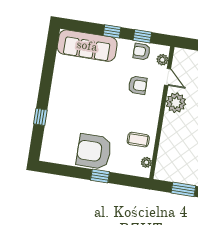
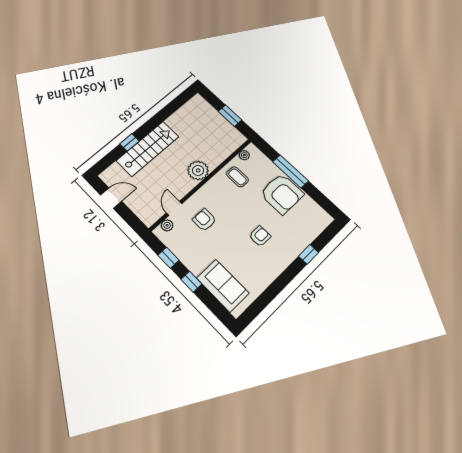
sofa: (87, 46) -> (223, 286), width x0.73
armchair: (142, 52) -> (260, 236), moved, turned -90
plant: (176, 103) -> (198, 170), moved
window: (100, 176) -> (290, 171), width x2.17

